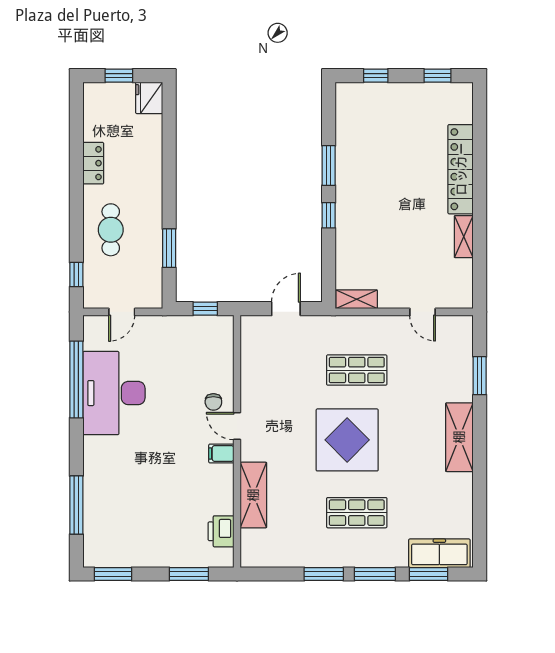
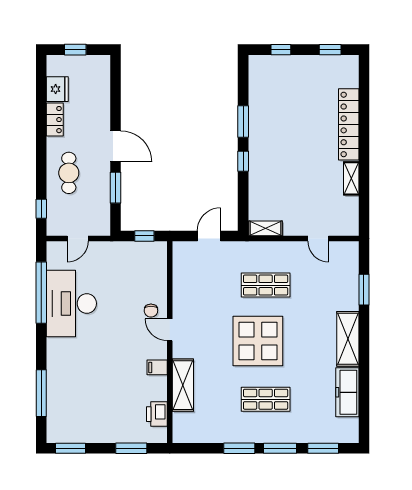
fridge: (149, 98) -> (57, 89), moved, turned 180
door: (169, 197) -> (115, 146), added
filing cabinet: (221, 453) -> (157, 367), moved
freezer: (439, 553) -> (347, 392), moved, turned -90

